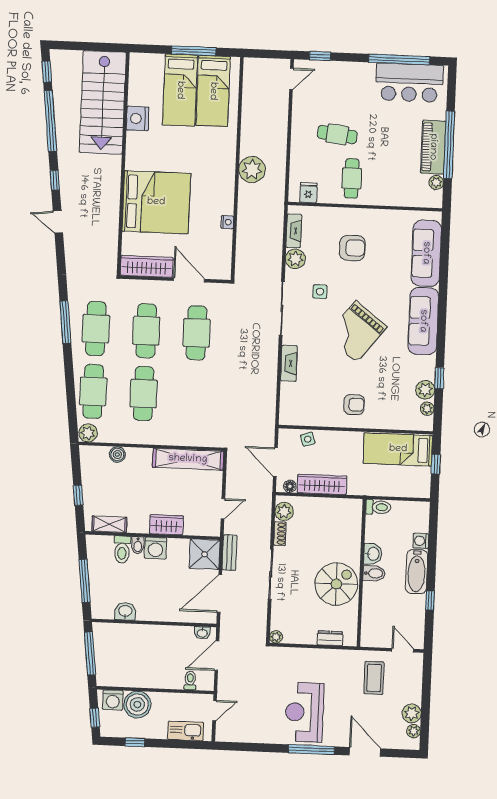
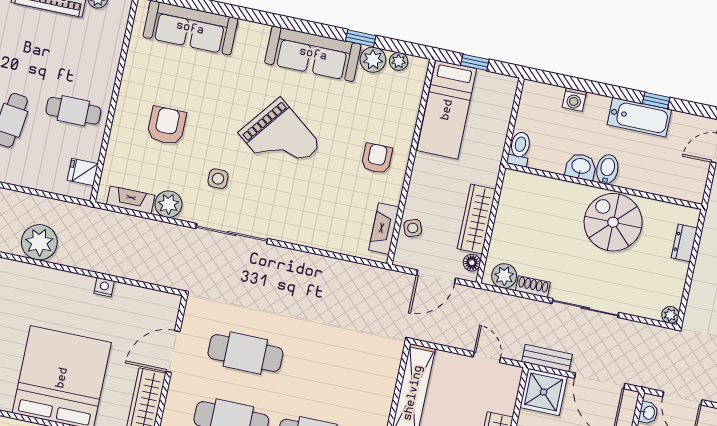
sofa: (423, 321) -> (313, 54), moved
fireplace: (289, 363) -> (384, 229), moved, turned -90
bathtub: (417, 572) -> (639, 117), moved

